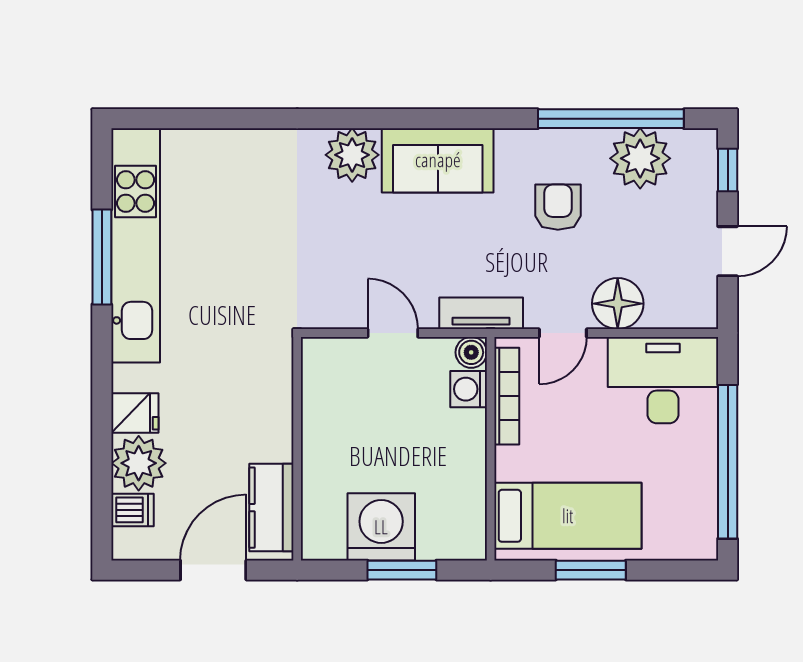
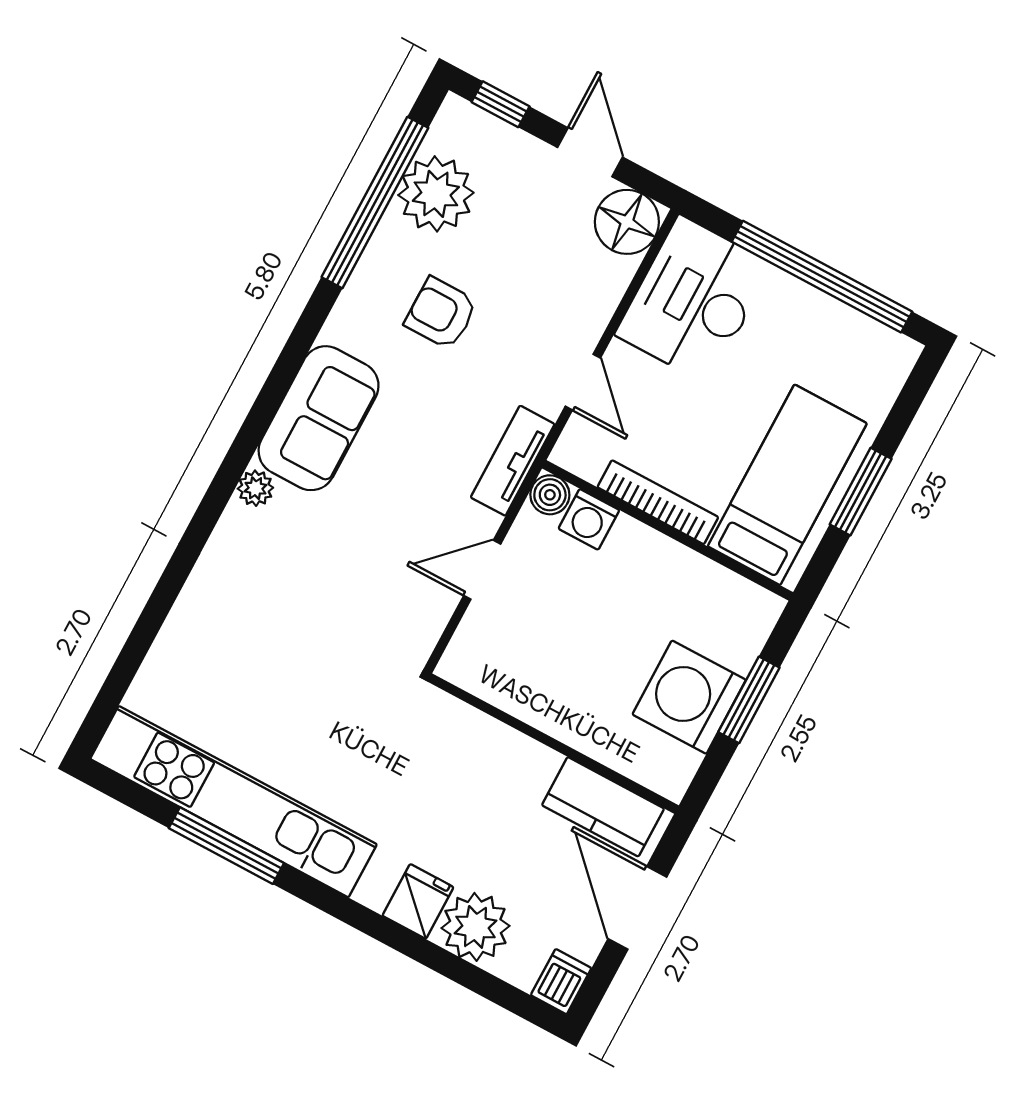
plant: (352, 155) -> (255, 488), width x0.53, depth x0.53
floor lamp: (618, 304) -> (627, 222), moved
bookcase: (507, 396) -> (658, 502), moved
dishwasher: (132, 510) -> (561, 982), moved

